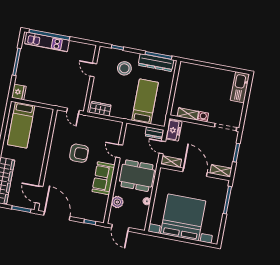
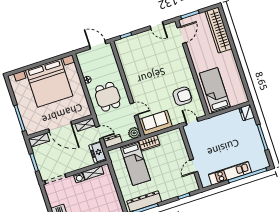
kitchen unit: (47, 42) -> (230, 173), moved
stool: (124, 68) -> (168, 182), removed
door: (93, 70) -> (194, 166), swing flipped
wardrobe: (100, 109) -> (149, 143), moved
bed: (21, 125) -> (215, 90), moved
armchair: (79, 153) -> (182, 96), moved, turned 180
dining table: (137, 176) -> (108, 97), width x0.73
sofa: (104, 178) -> (156, 123), moved, turned -90
door: (39, 195) -> (182, 35), hinge flipped
plant: (117, 202) -> (134, 133), moved
door: (57, 216) -> (157, 25), width x0.53

